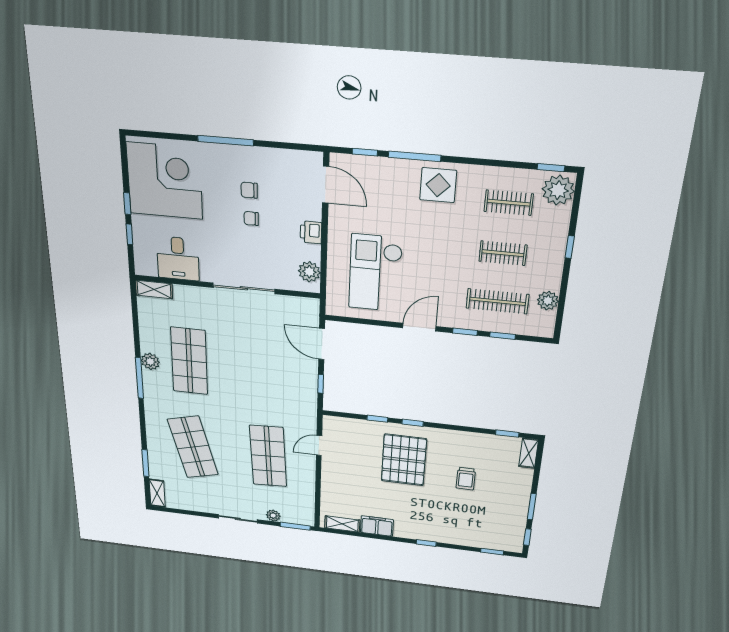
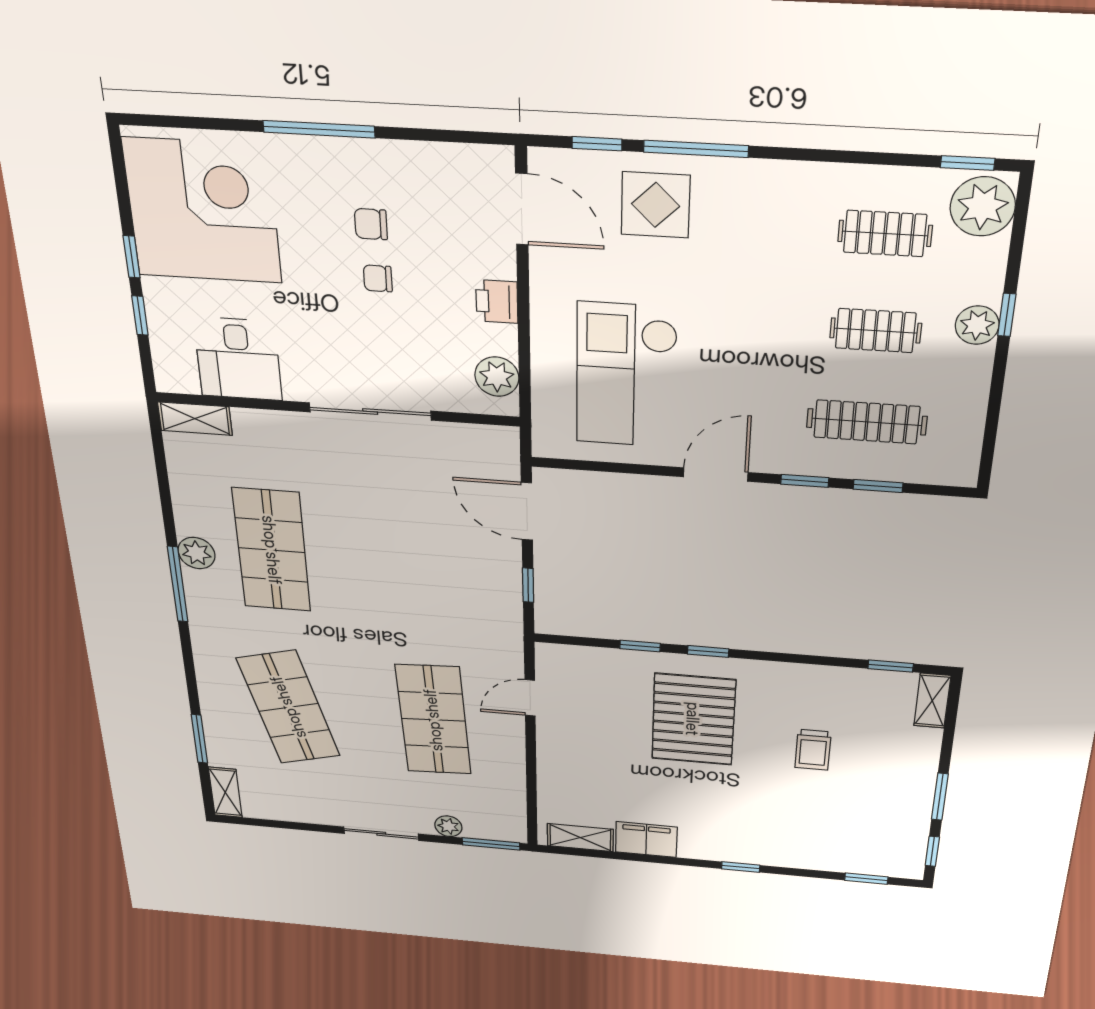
display table: (438, 185) -> (656, 205), moved
plant: (548, 301) -> (977, 325), moved

